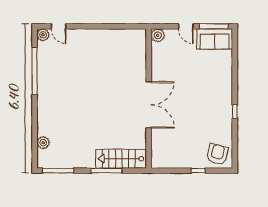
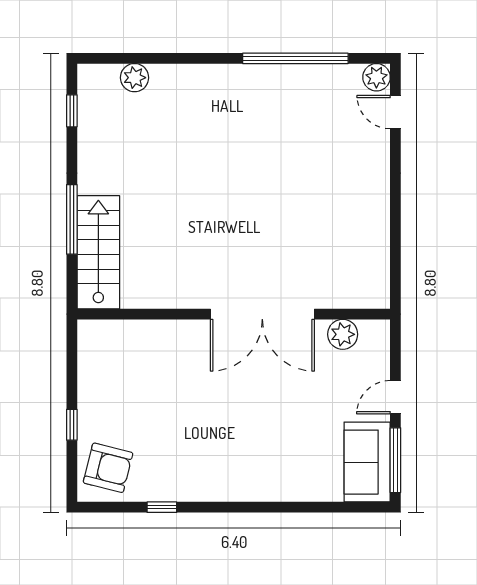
door: (59, 26) -> (395, 112), hinge flipped
plant: (158, 35) -> (343, 334), moved
double door: (149, 105) -> (262, 314), moved
window: (235, 111) -> (162, 507), moved
window: (58, 171) -> (72, 111), width x0.46

